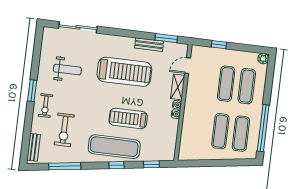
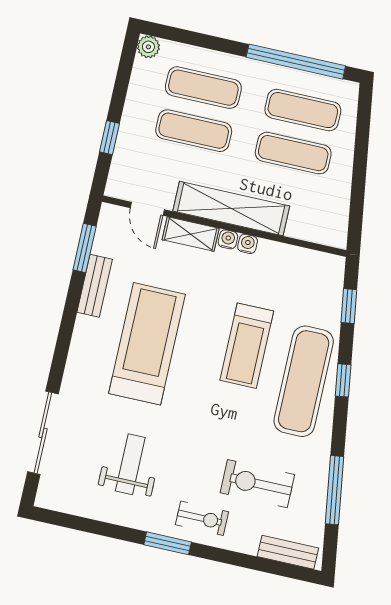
shelving: (192, 105) -> (231, 209), added
exercise bike: (64, 130) -> (257, 484), turned 180

